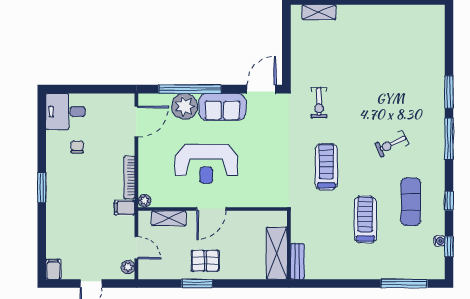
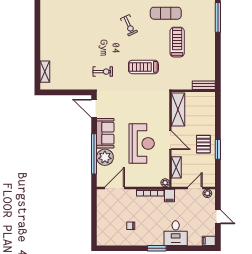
desk: (66, 112) -> (176, 233), moved
door: (136, 122) -> (115, 188), hinge flipped
treadmill: (365, 220) -> (177, 42), turned 90
shelving: (277, 253) -> (178, 110), moved, turned 90

